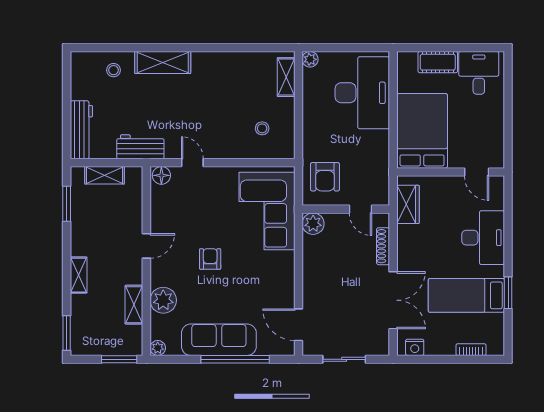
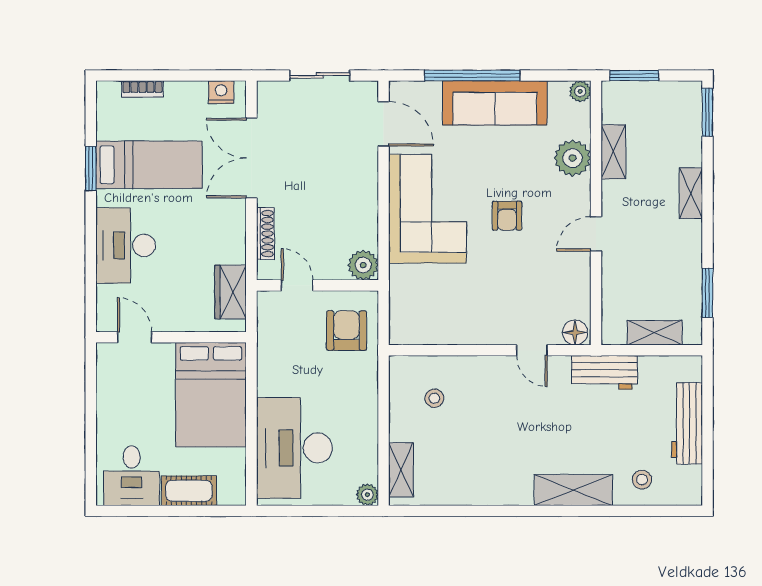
workbench: (81, 130) -> (687, 423), moved
corner sofa: (267, 211) -> (428, 209), moved

